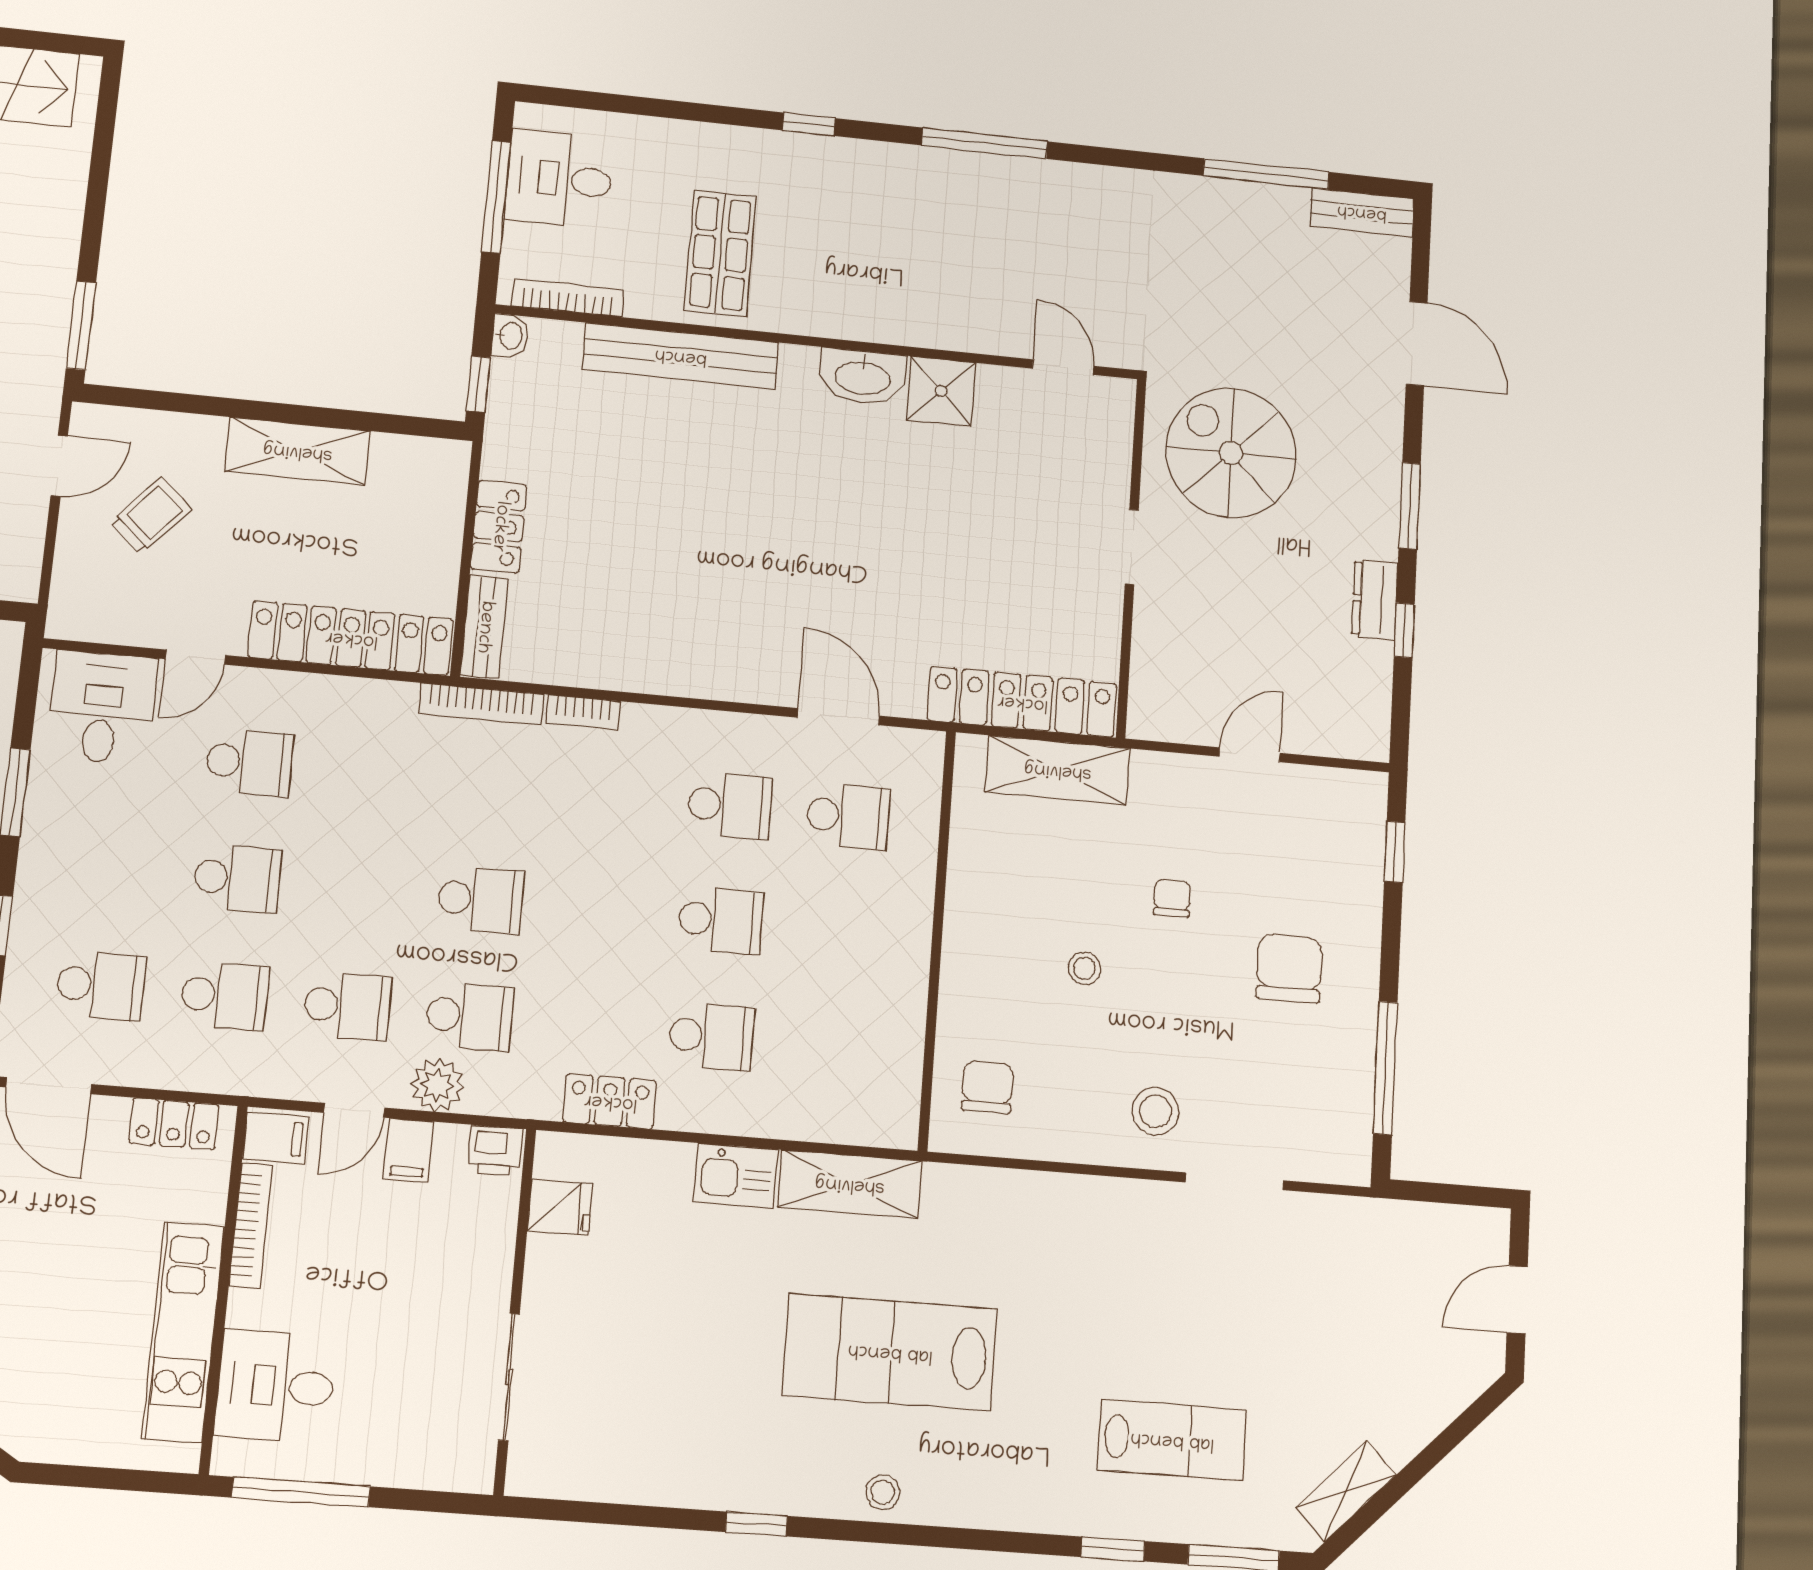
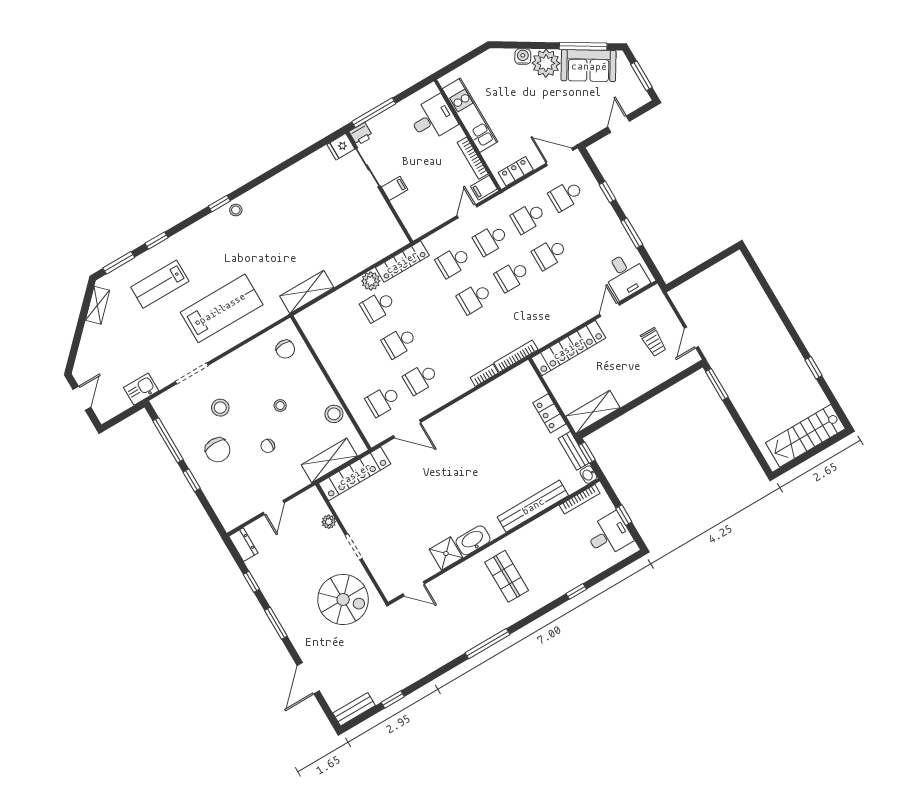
window: (809, 124) -> (576, 591), moved
window: (1266, 174) -> (393, 699), width x0.46
window: (496, 197) -> (624, 515), width x0.46
shop shelf: (720, 253) -> (507, 576), moved
door: (1417, 344) -> (308, 678), hinge flipped
shelving: (298, 451) -> (593, 412), moved
trolley: (151, 516) -> (654, 342), turned -42
dresser: (1375, 599) -> (243, 545), moved
bench: (484, 627) -> (574, 451), moved
plant: (1150, 639) -> (329, 522), added
school desk: (249, 763) -> (512, 276), moved
window: (1395, 852) -> (192, 480), moved
stool: (977, 865) -> (334, 414), added
chair: (1172, 898) -> (268, 446), turned 90
plant: (437, 1085) -> (371, 281), moved
locker: (610, 1101) -> (402, 262), width x1.53
stool: (1156, 1111) -> (220, 408), moved
filing cabinet: (409, 1150) -> (395, 188), moved, turned 90
printer: (495, 1151) -> (361, 134), moved, turned 180
kitchen sink: (736, 1176) -> (141, 389), moved
fridge: (560, 1207) -> (341, 147), moved
lab bench: (890, 1352) -> (222, 308), moved
window: (301, 1492) -> (374, 113), moved
window: (756, 1524) -> (219, 204), moved

